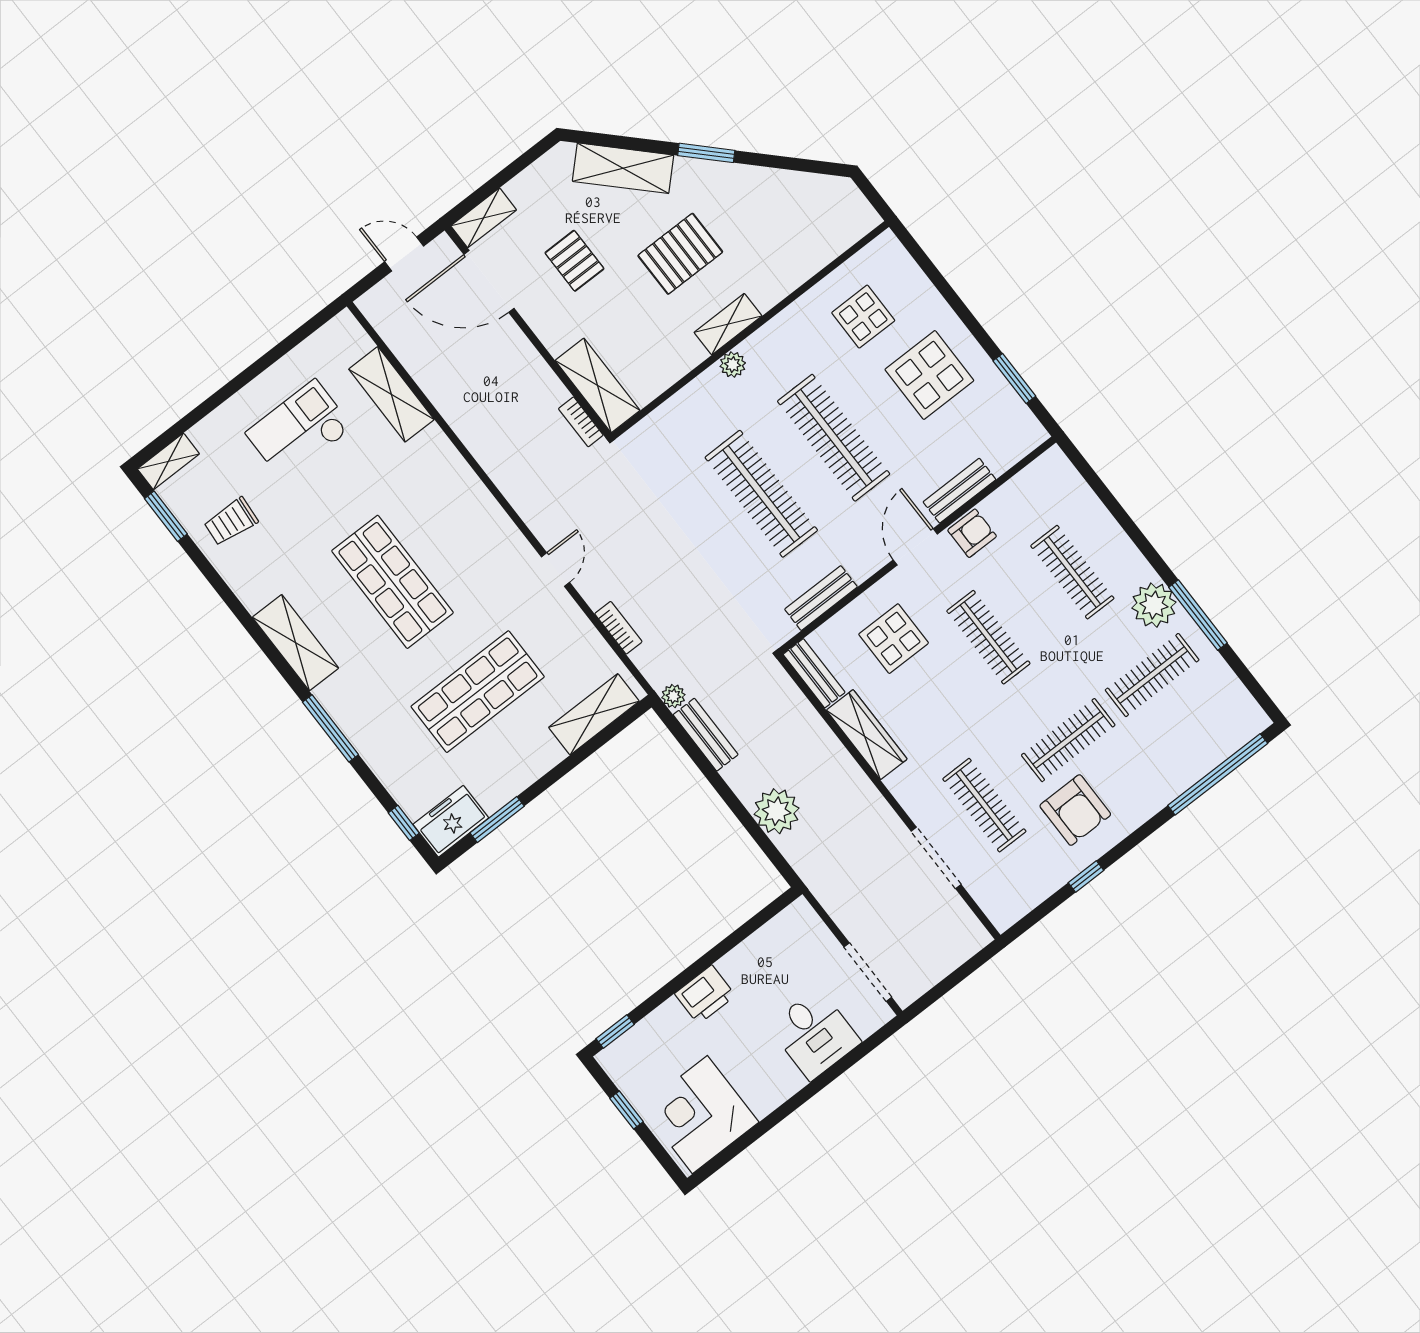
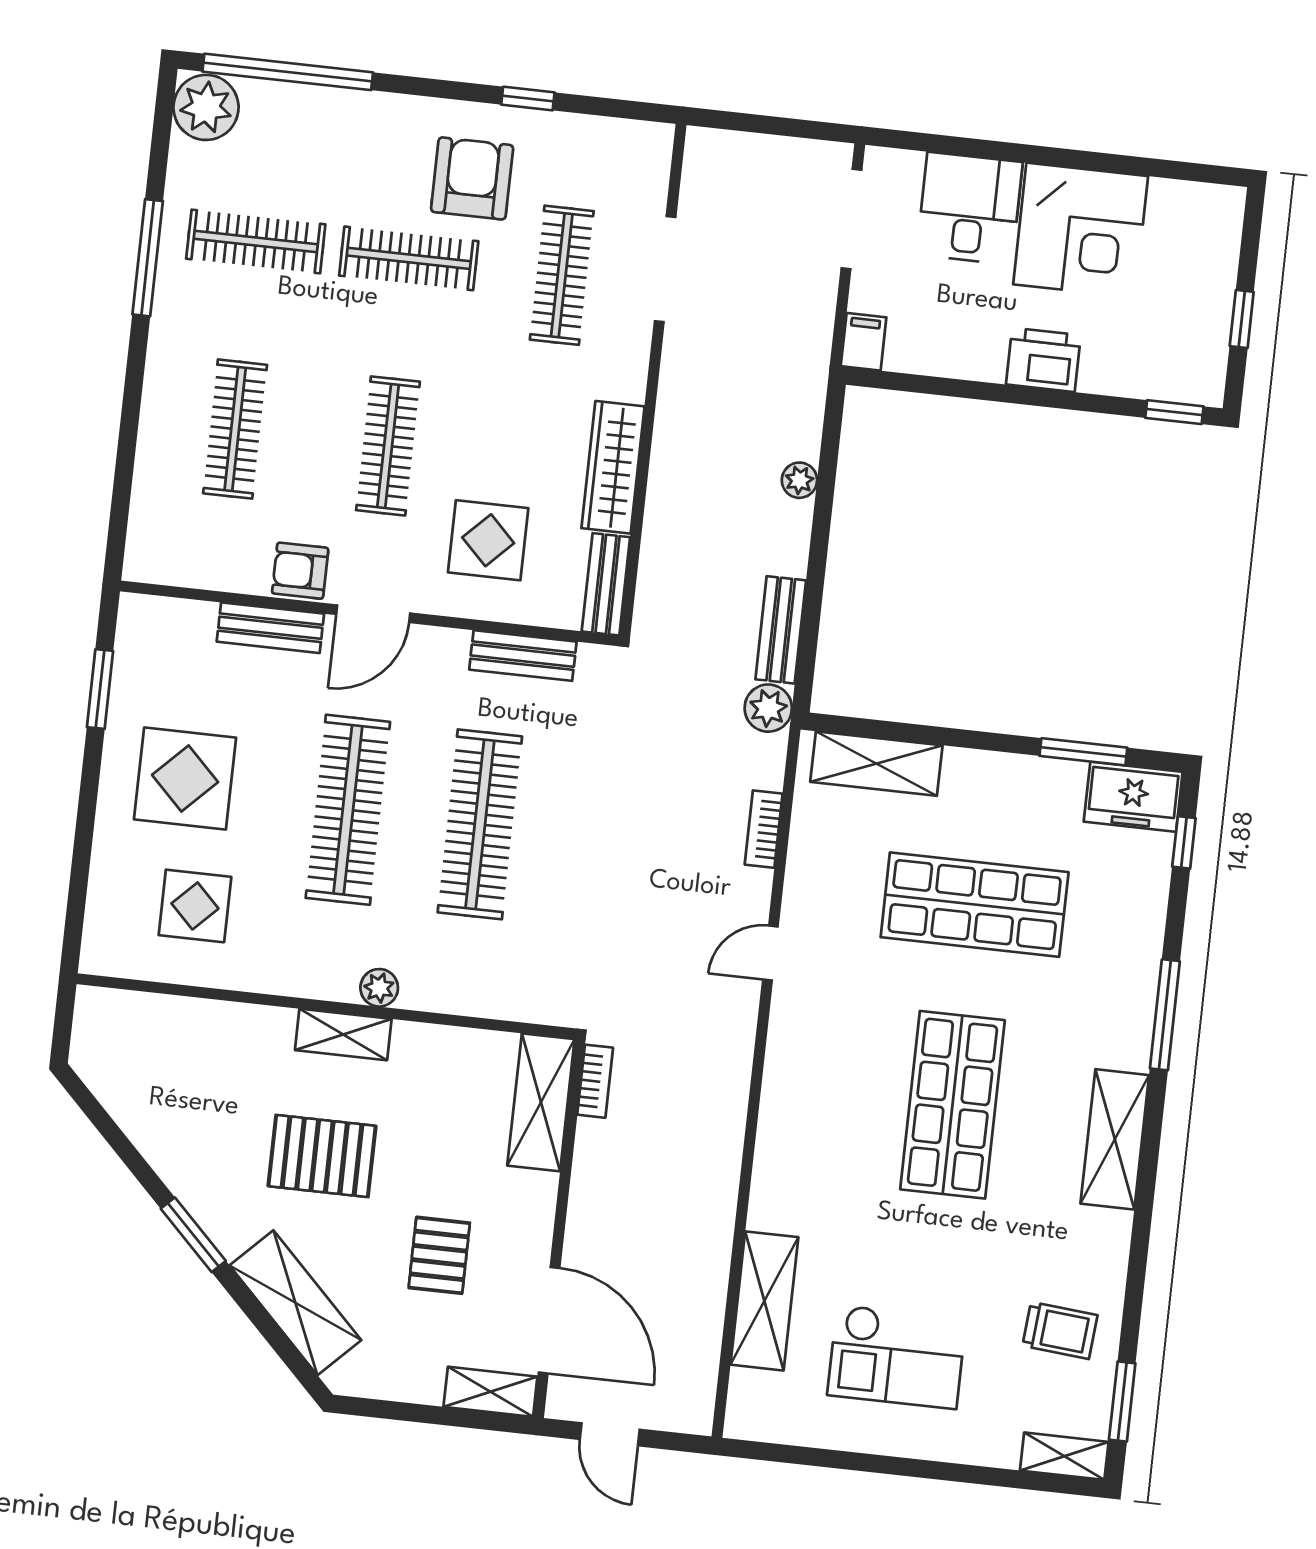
plant: (1154, 605) -> (206, 107), moved
plant: (673, 696) -> (768, 708), width x1.38, depth x1.38
plant: (777, 811) -> (799, 480), width x0.53, depth x0.53
filing cabinet: (803, 917) -> (864, 342), added
corner desk: (700, 1115) -> (1081, 230), moved

